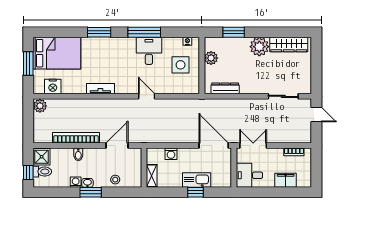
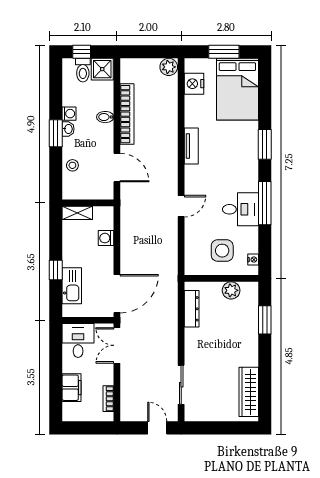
plant: (259, 47) -> (246, 353), removed
door: (316, 115) -> (157, 428), swing flipped
double door: (253, 146) -> (117, 345), swing flipped
kitchen sink: (197, 180) -> (72, 286), moved

